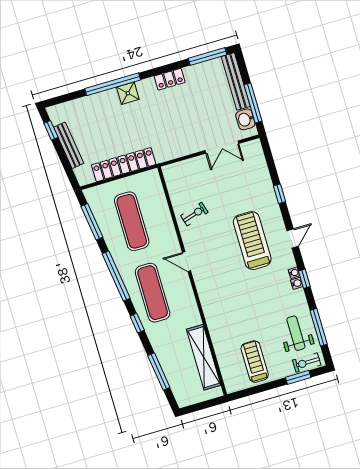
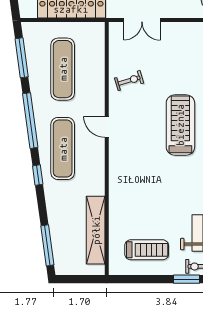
double door: (222, 147) -> (142, 20), moved
treadmill: (255, 362) -> (147, 250), turned 90
window: (159, 372) -> (47, 245), moved

